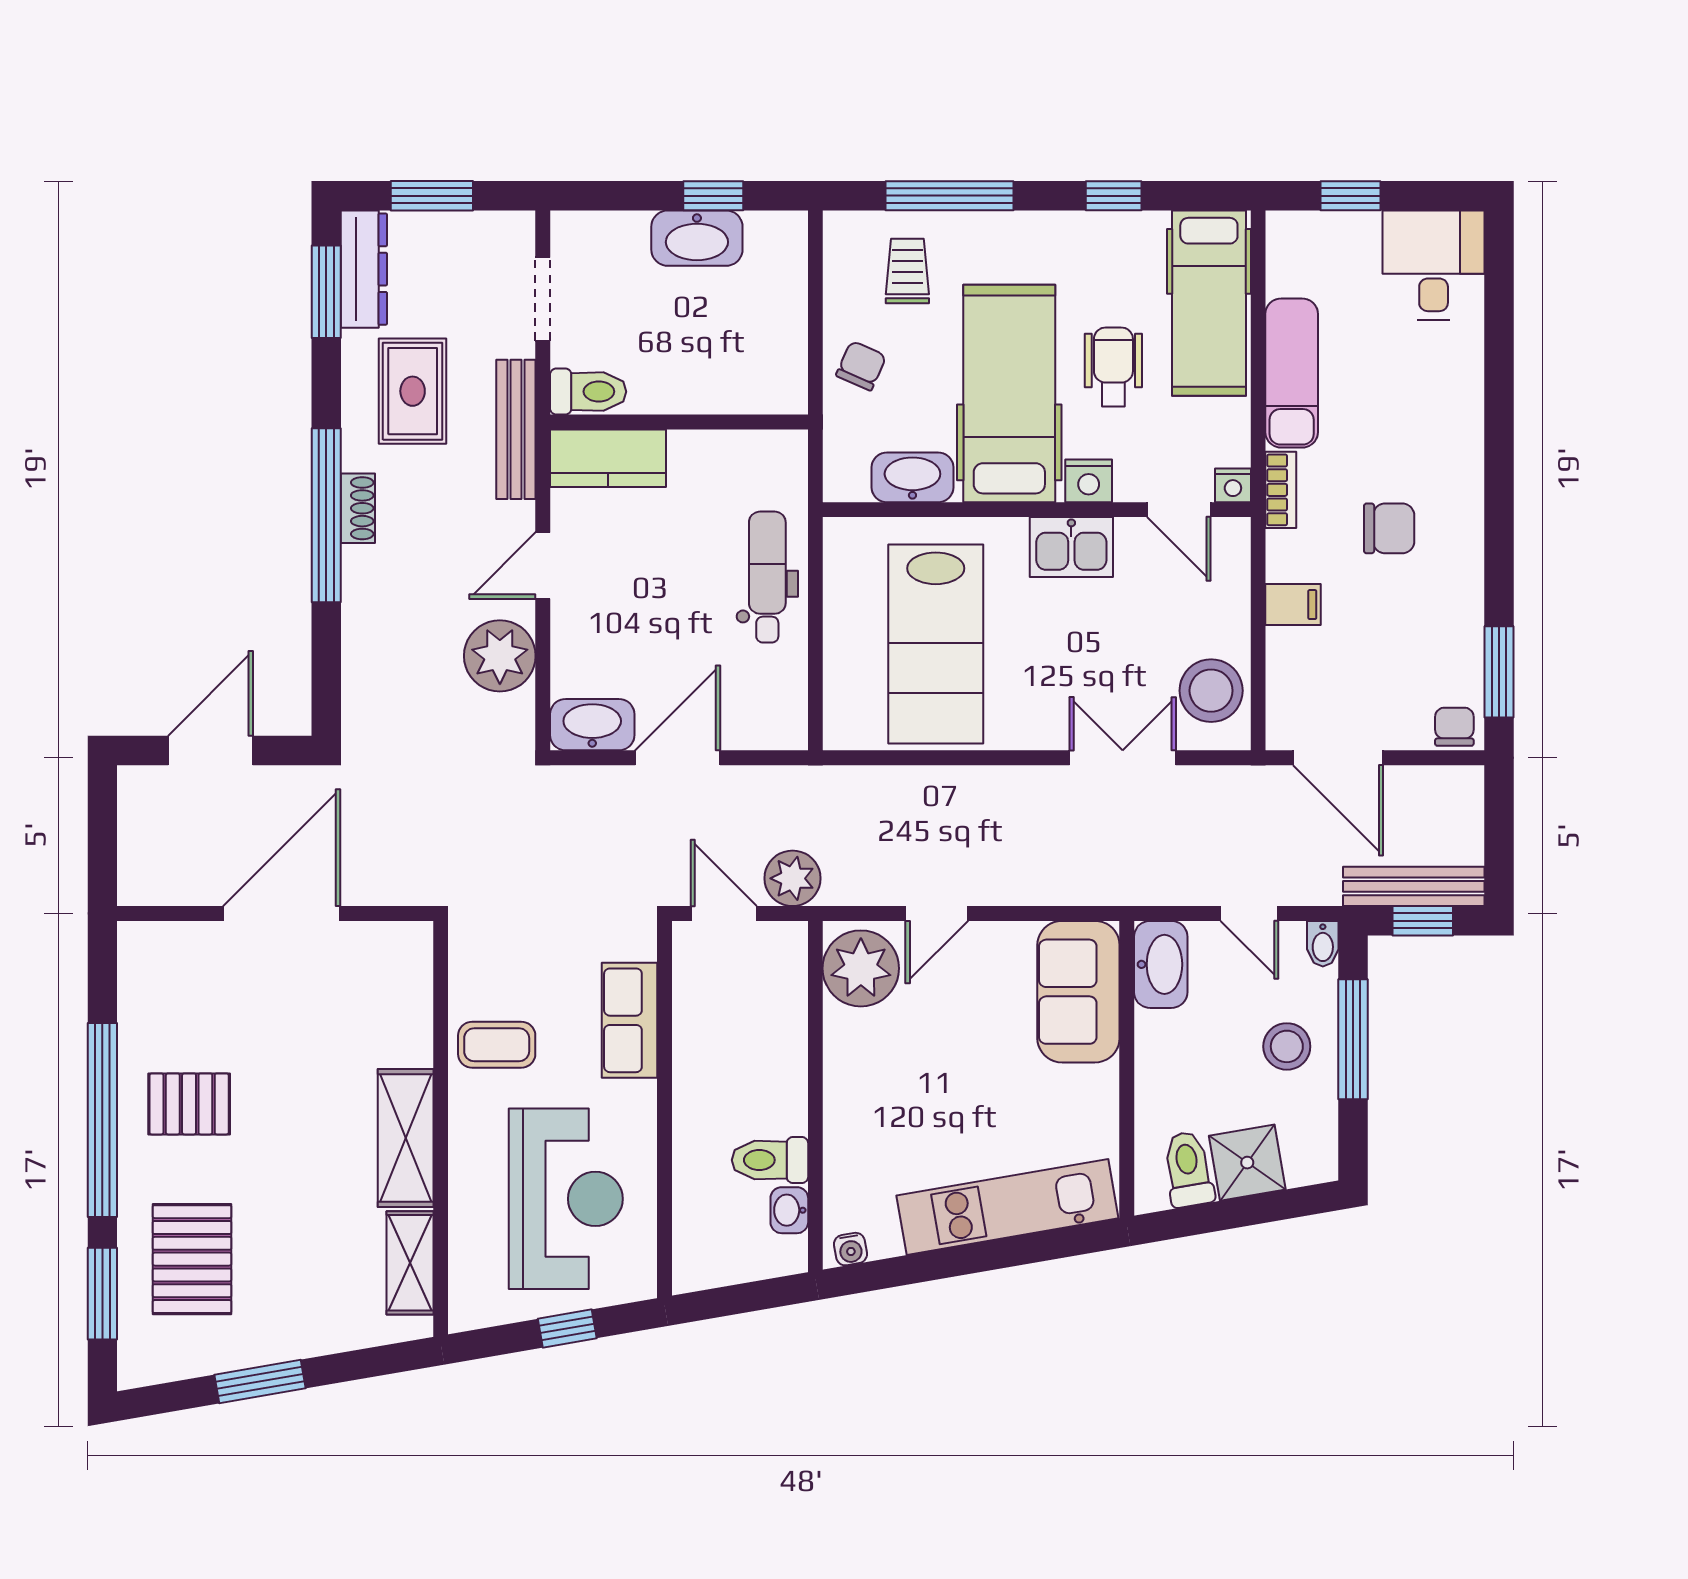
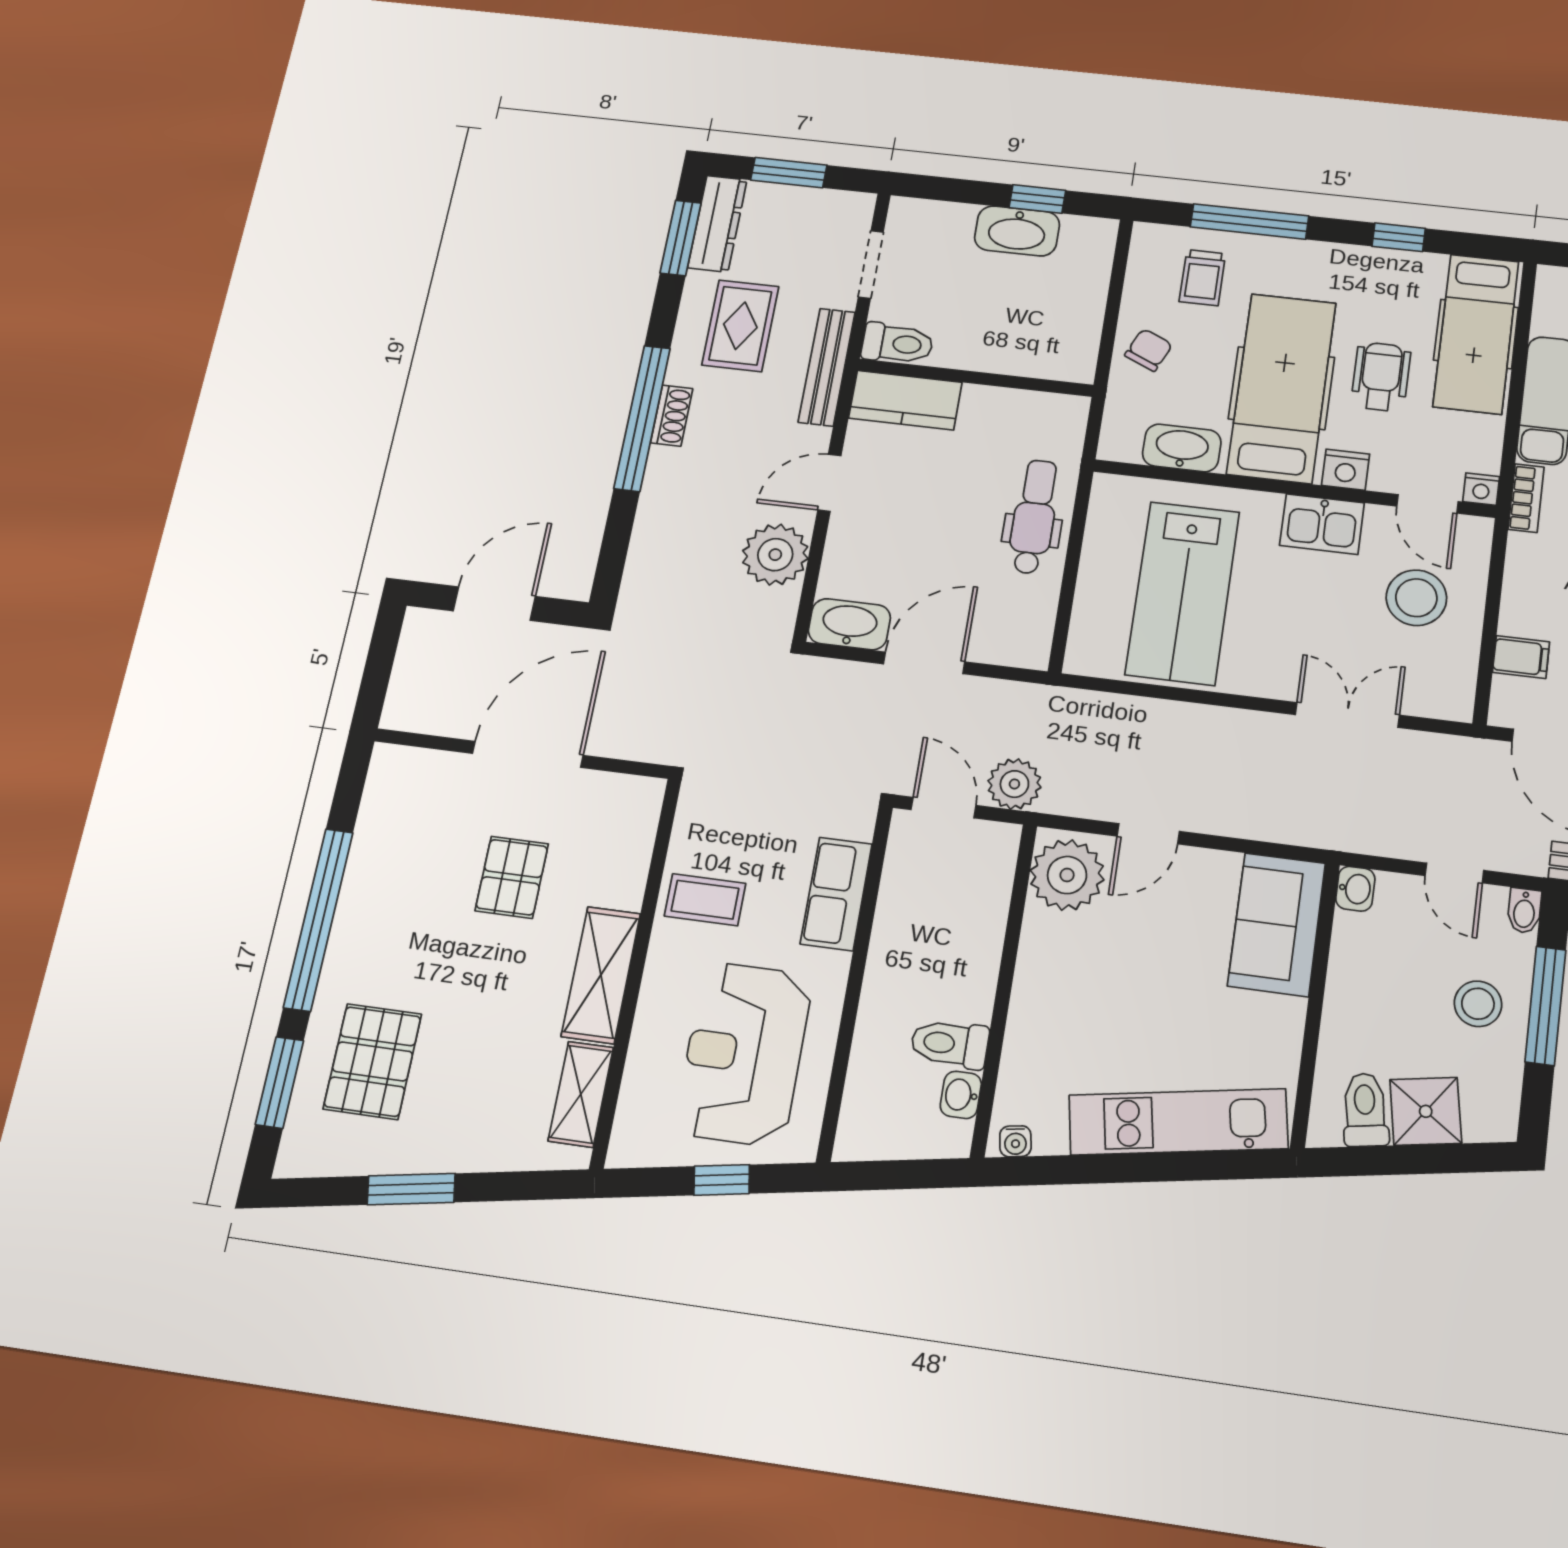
trolley: (907, 271) -> (1202, 278), turned 180
filing cabinet: (1293, 605) -> (1521, 657), moved
stool: (1211, 691) -> (1416, 598), moved
washbasin: (1161, 964) -> (1355, 889), width x0.52, depth x0.69
pallet: (189, 1104) -> (512, 877), moved, turned 90
reception desk: (566, 1199) -> (744, 1054), turned 180

